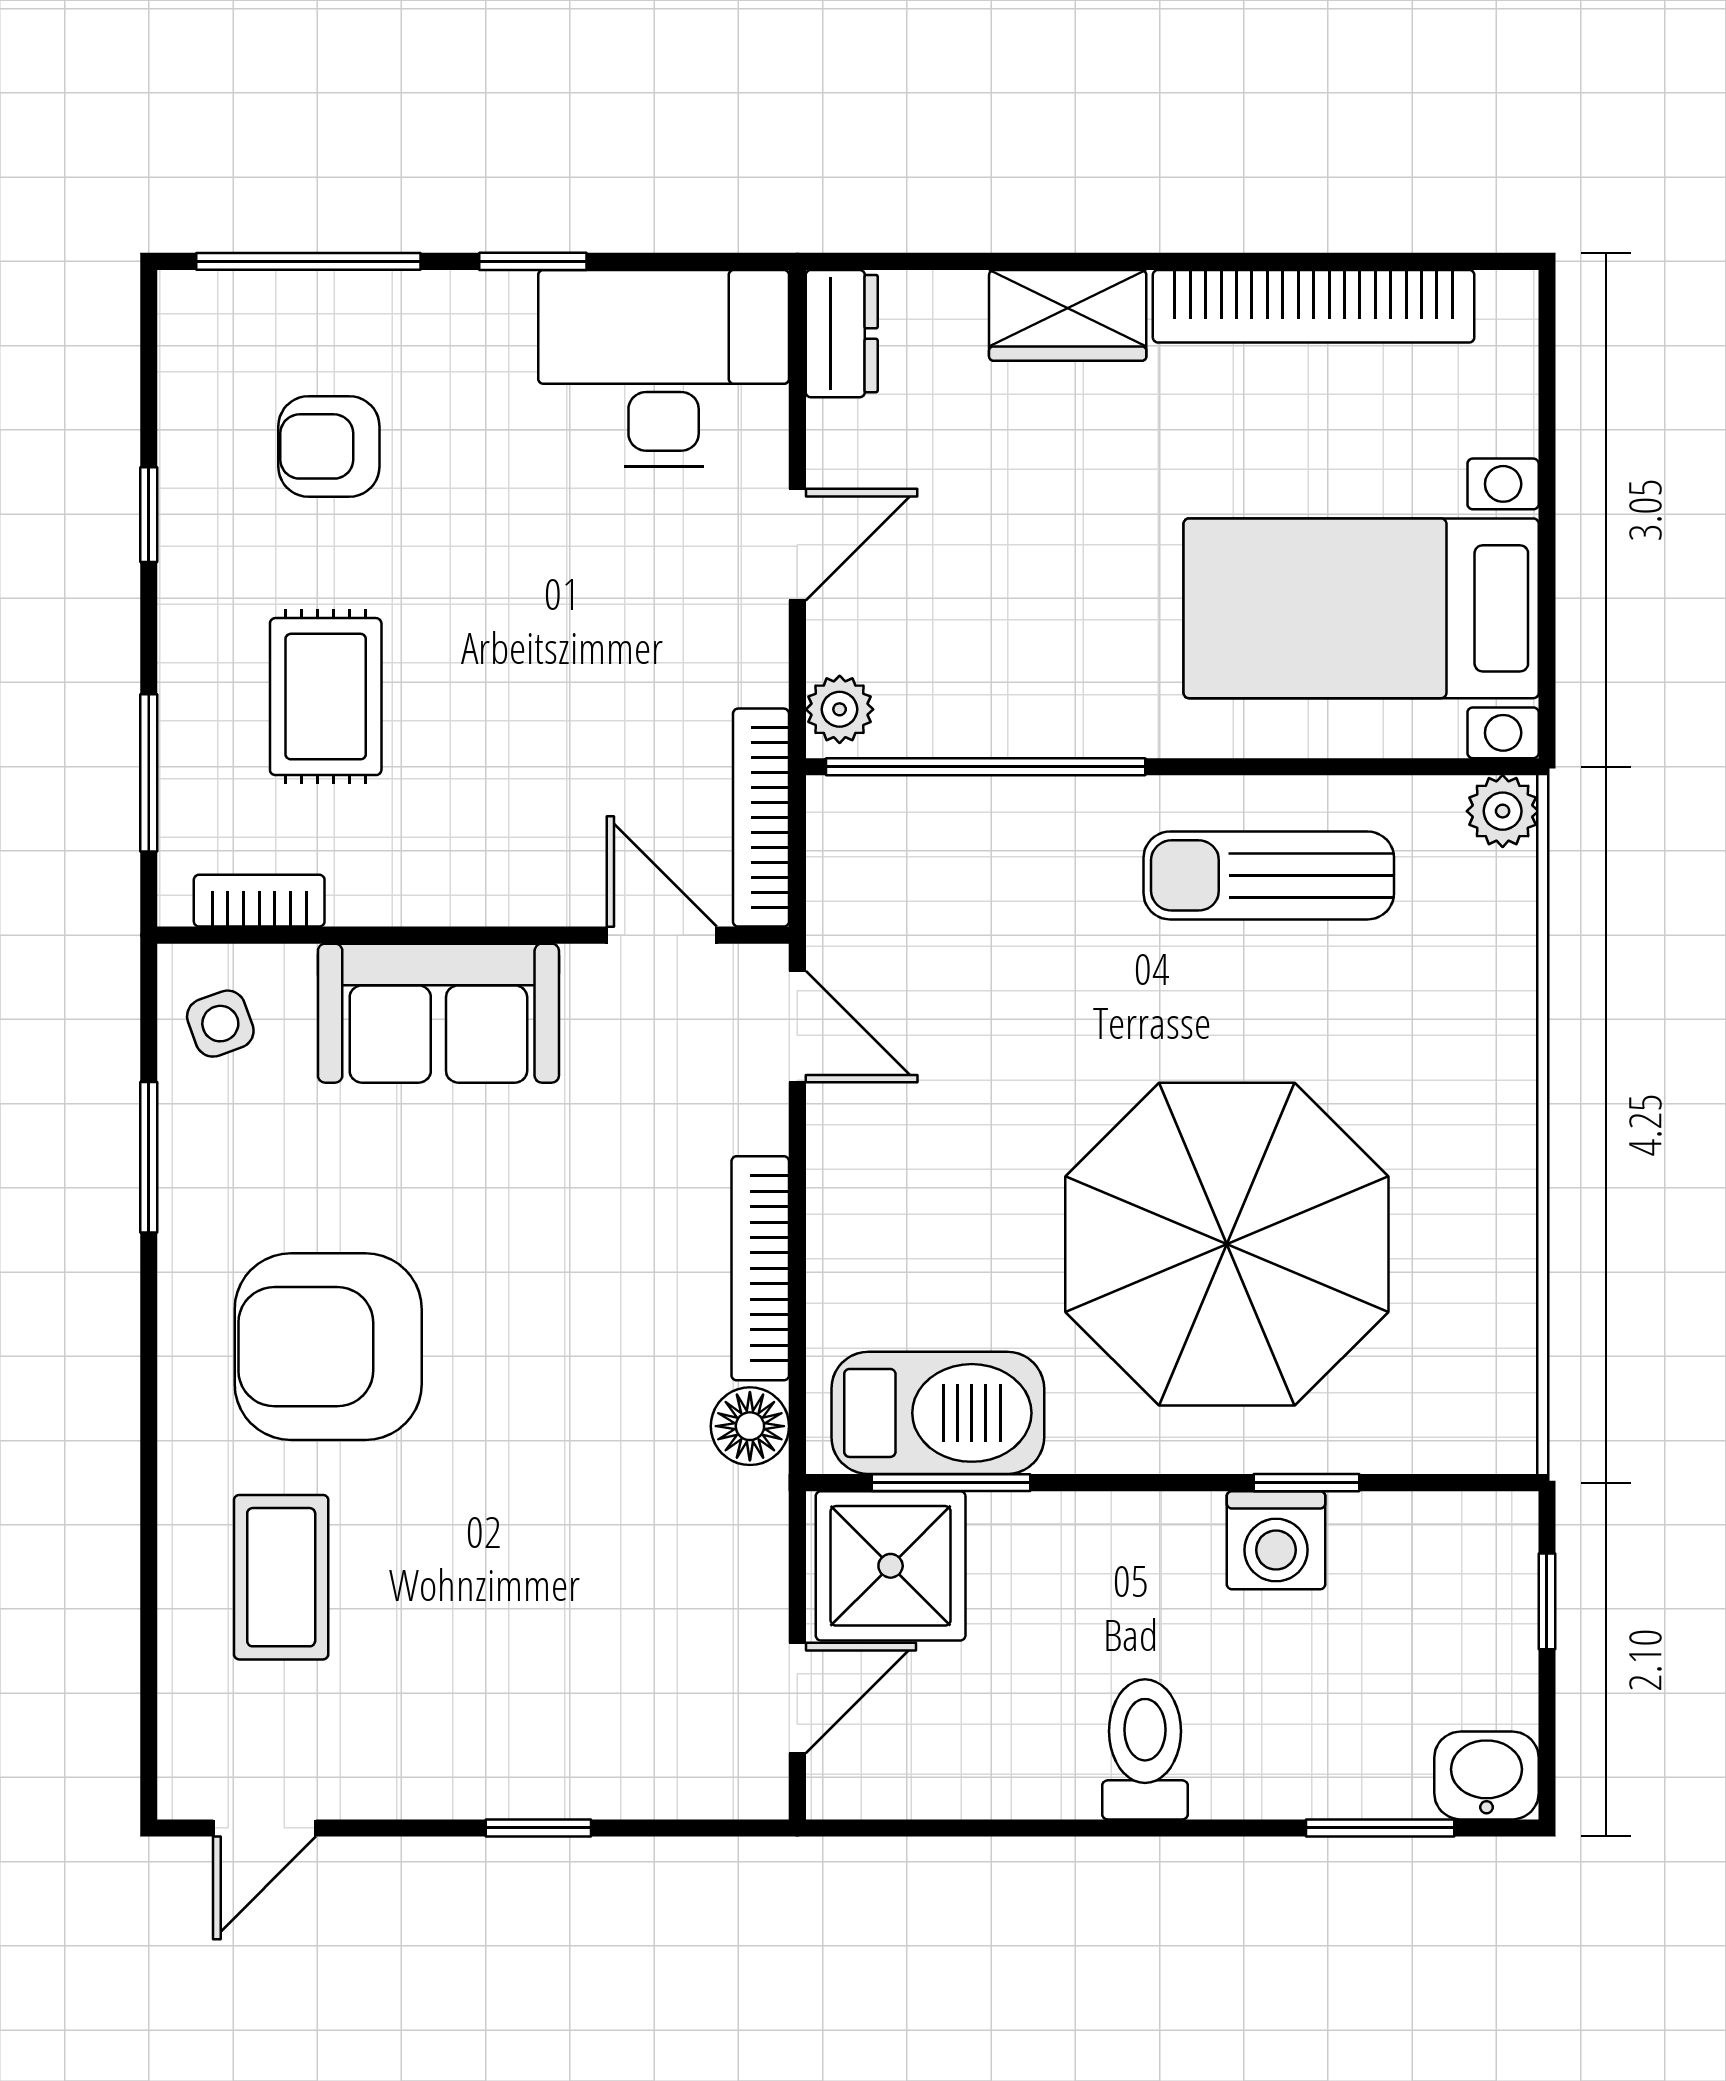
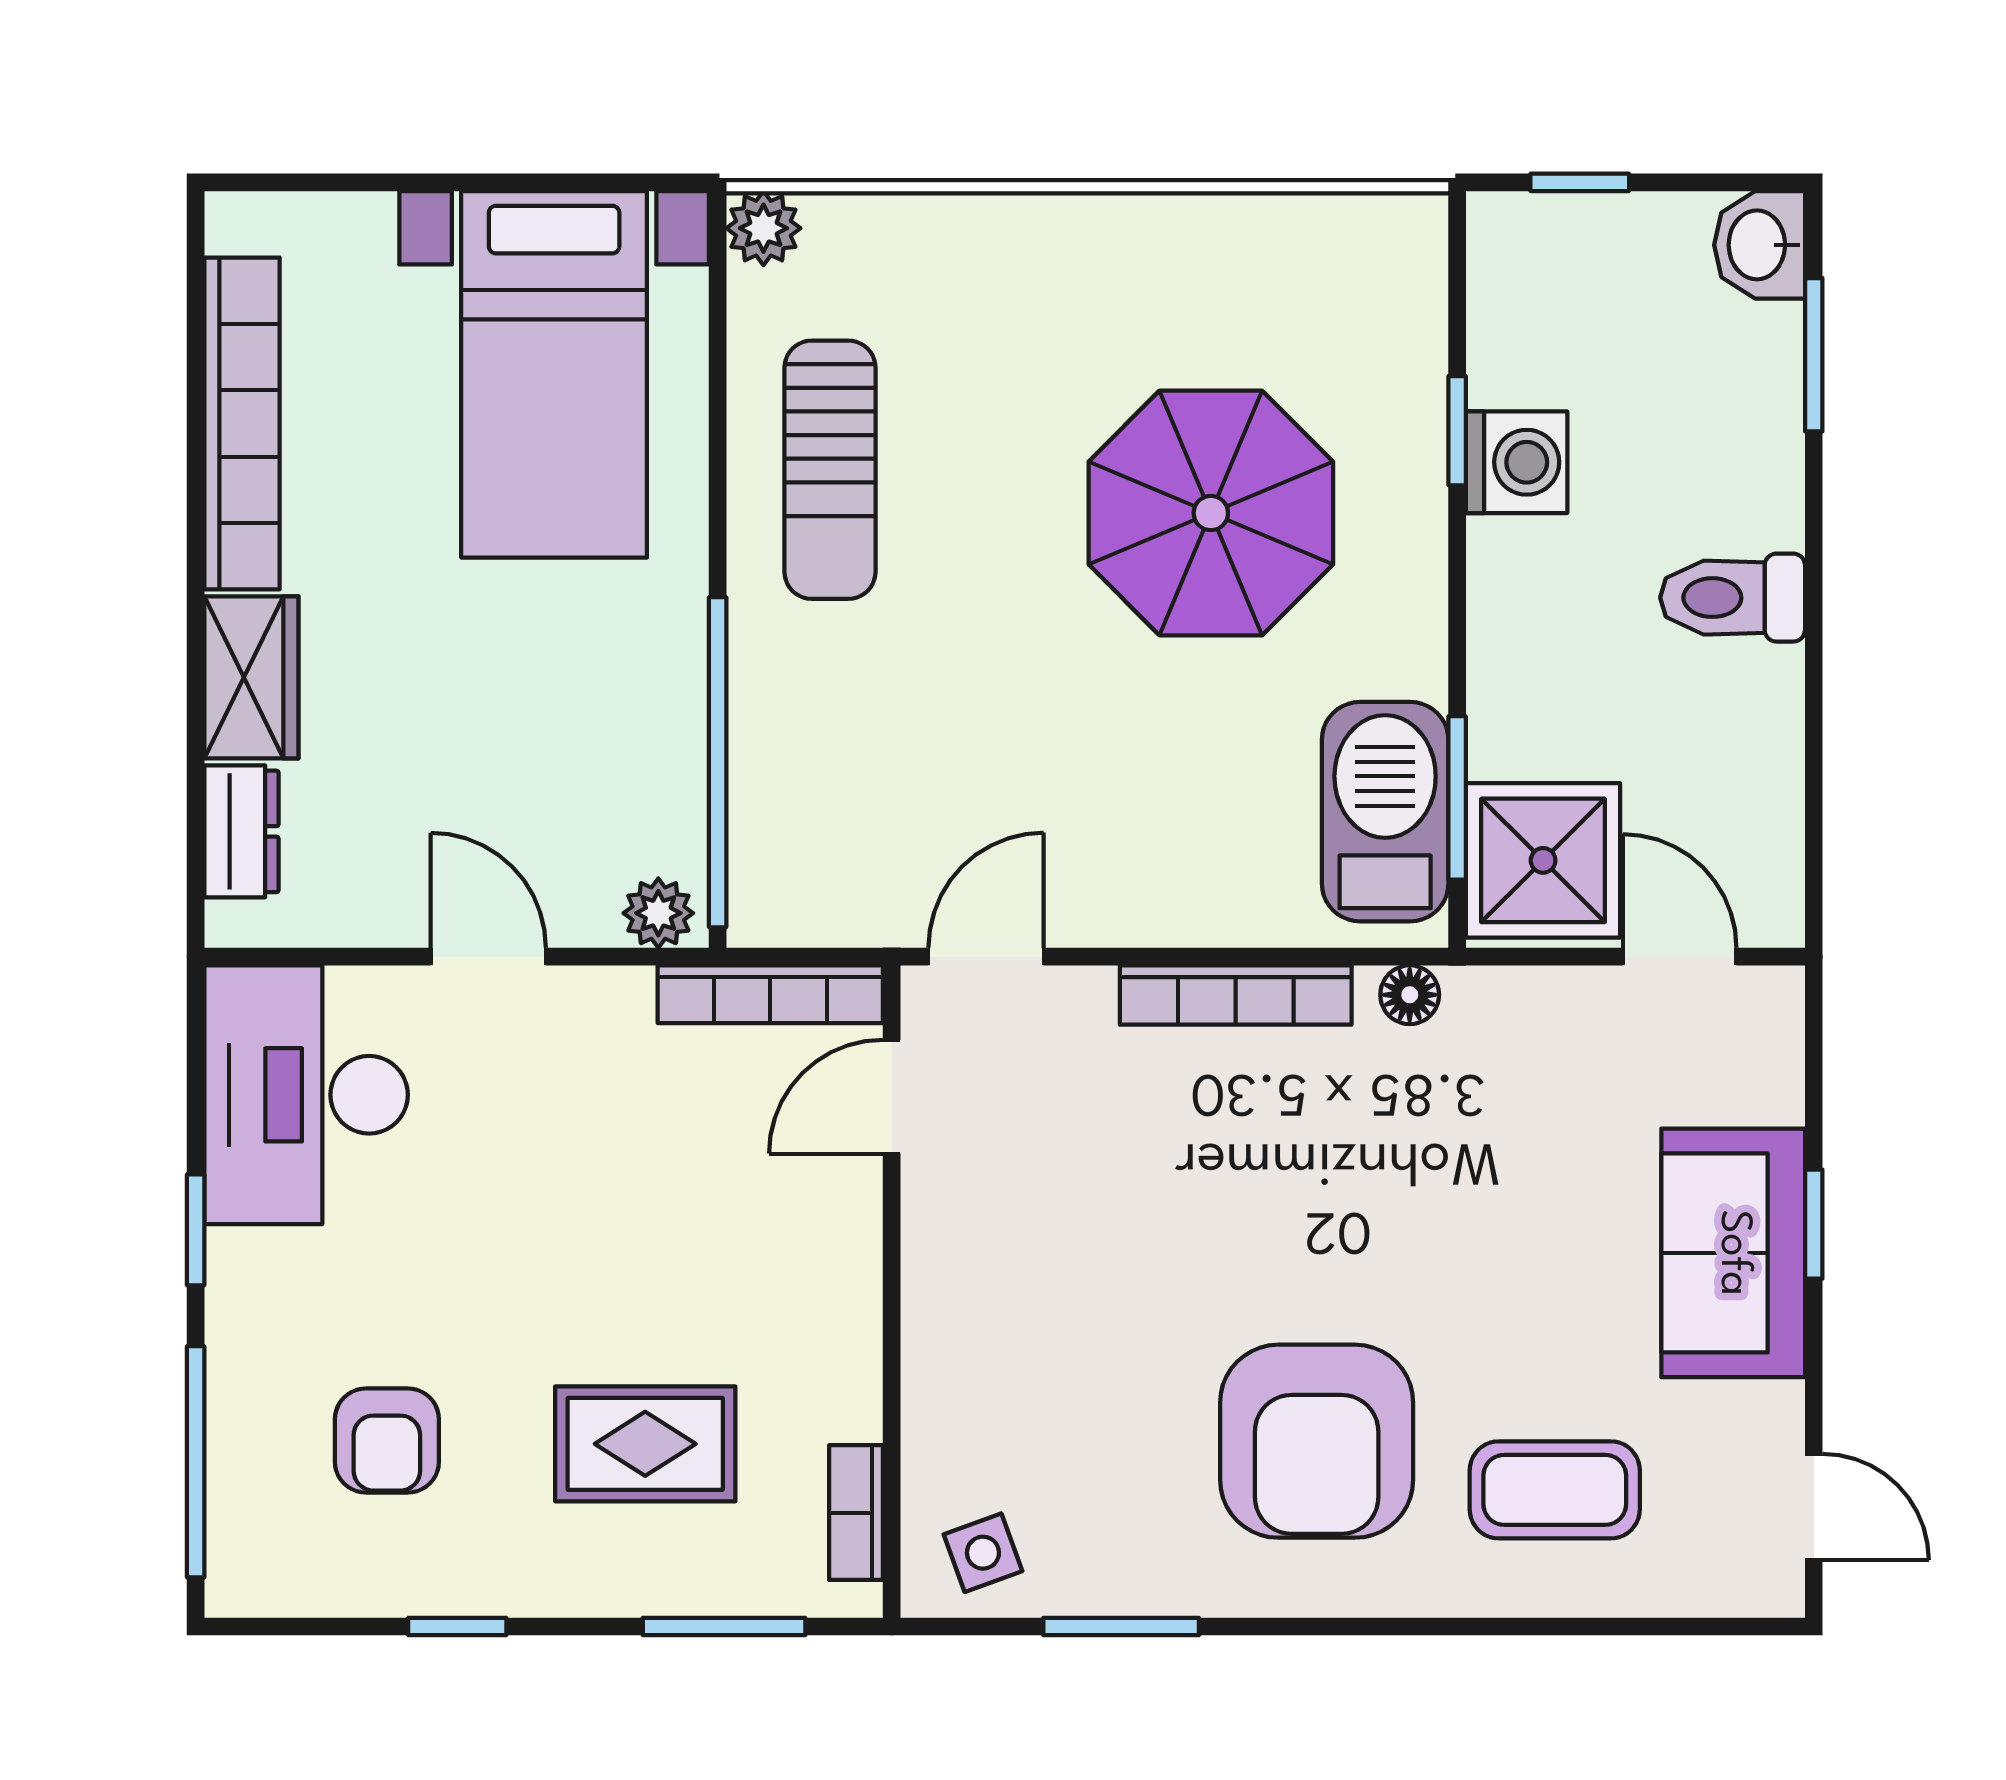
dresser: (842, 334) -> (241, 831), moved, turned 90
sofa: (438, 1013) -> (1733, 1253), moved, turned 180
parasol: (1227, 1244) -> (1211, 513), width x0.73, depth x0.73
floor lamp: (750, 1426) -> (1410, 995), width x0.73, depth x0.73

